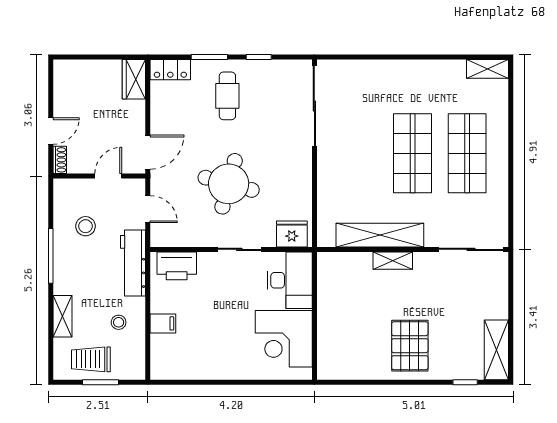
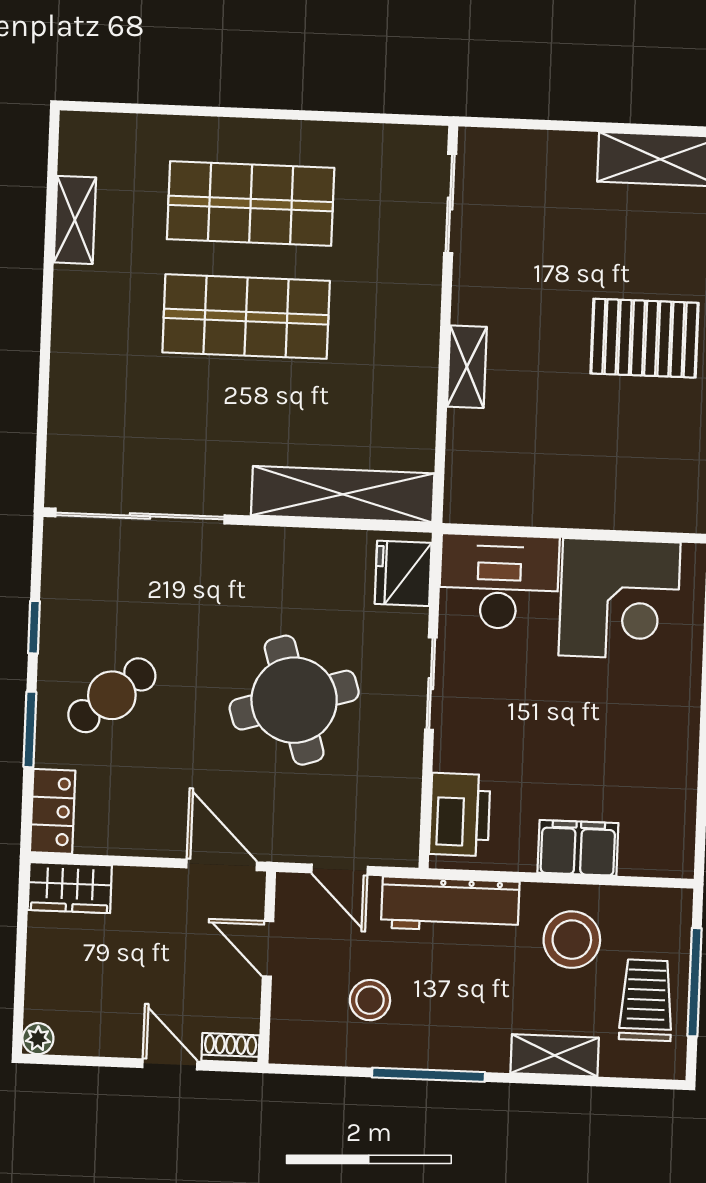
plant: (61, 67) -> (38, 1039), added
shelving: (487, 69) -> (75, 220), moved
cafe table: (227, 96) -> (112, 695), turned -39
round table: (229, 184) -> (294, 700), turned -32
door: (148, 209) -> (340, 870), swing flipped
shelving: (380, 235) -> (343, 494), moved, turned 90
sliding door: (471, 249) -> (450, 203), width x0.73
stool: (119, 322) -> (572, 940), width x1.89, depth x1.89
filing cabinet: (163, 323) -> (578, 848), width x2.00
trolley: (91, 359) -> (646, 1000), turned 180
window: (100, 382) -> (695, 982), width x1.44

